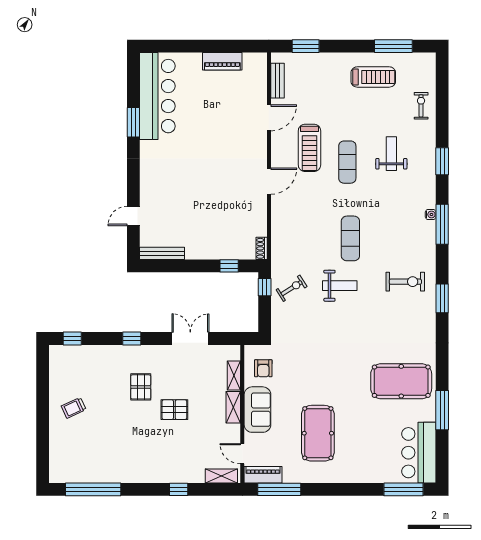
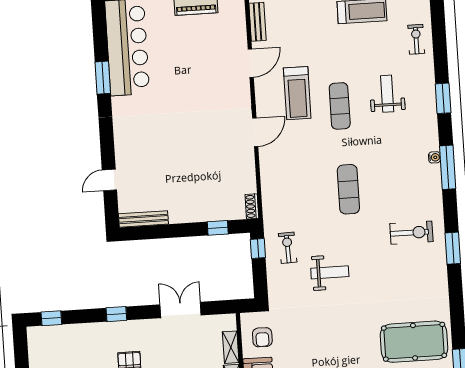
weight bench: (340, 286) -> (330, 272), moved
exercise bike: (292, 288) -> (288, 248), turned -60

